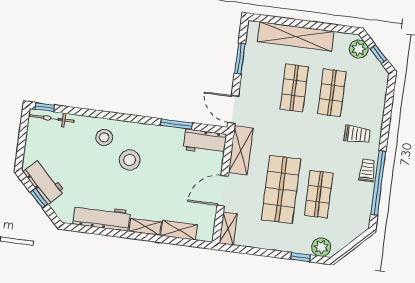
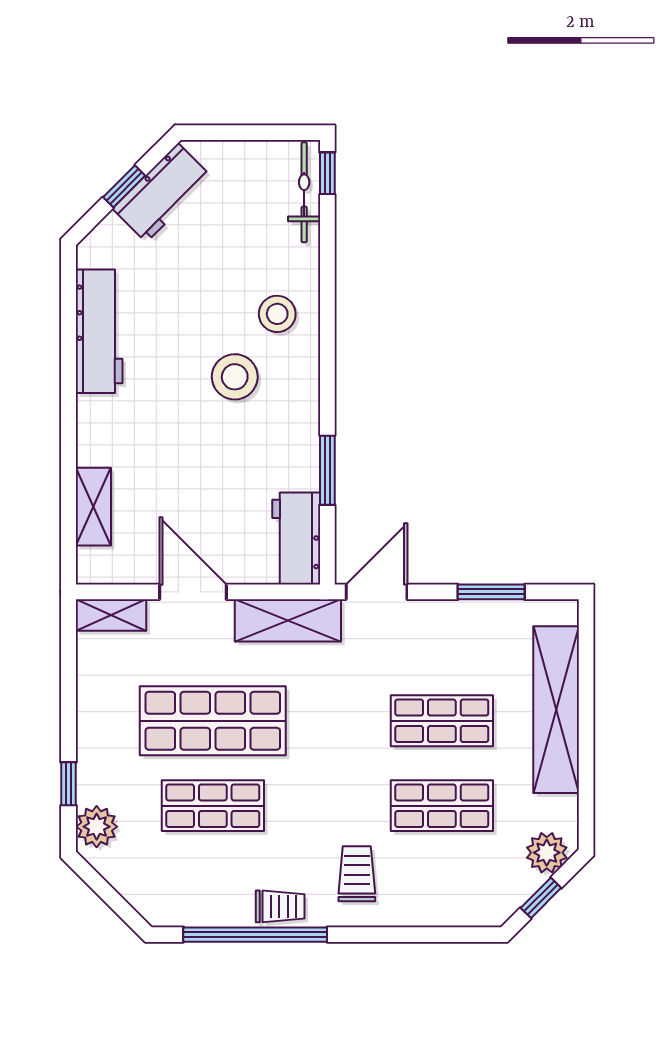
trolley: (357, 134) -> (357, 874), turned 180
shelving: (145, 227) -> (91, 430), removed

